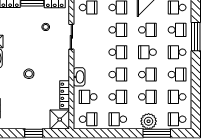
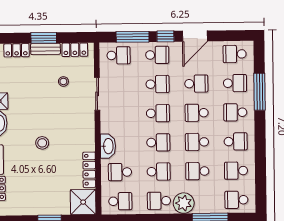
school desk: (147, 75) -> (197, 142), turned 180
school desk: (147, 97) -> (197, 171), turned 180
plant: (149, 121) -> (184, 203), moved

